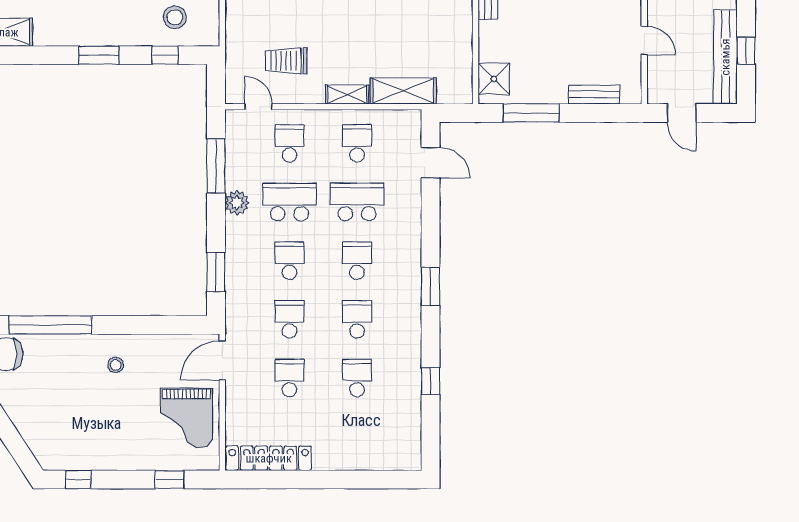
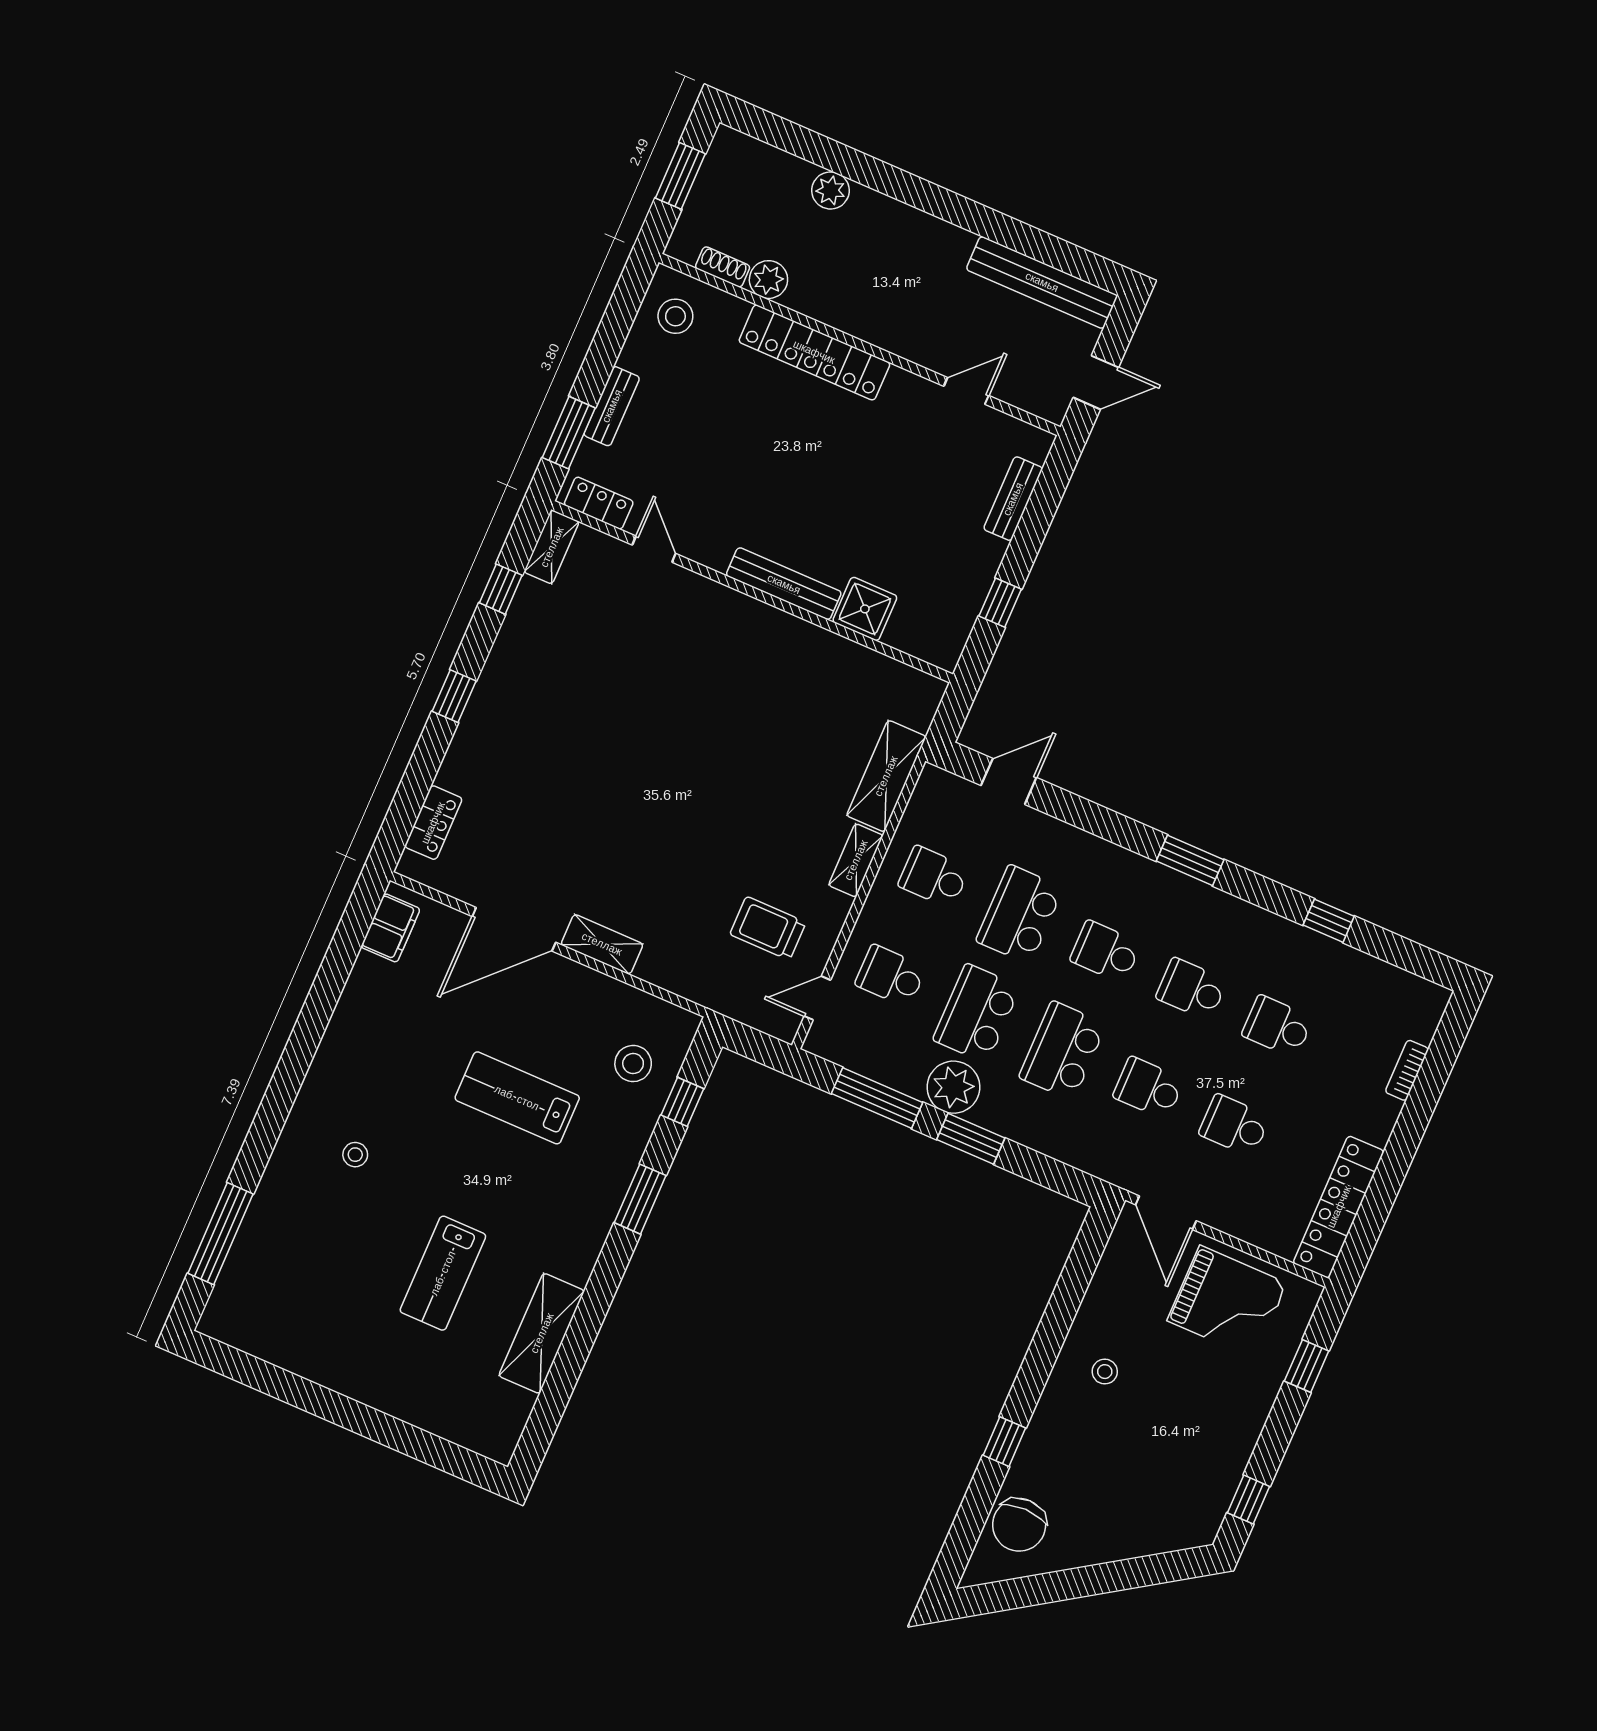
window: (746, 51) -> (1046, 248), removed
trolley: (286, 61) -> (768, 928), turned 90
shower: (494, 79) -> (865, 609), moved
window: (531, 113) -> (1000, 603), width x0.46
plant: (237, 203) -> (953, 1087), width x1.36, depth x1.36
school desk: (289, 261) -> (1063, 1051), width x1.85
window: (216, 272) -> (971, 1139), moved
window: (50, 325) -> (1004, 1442), width x0.32
bookcase: (364, 463) -> (1407, 1070), added

